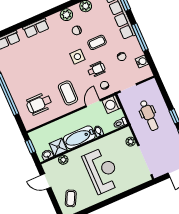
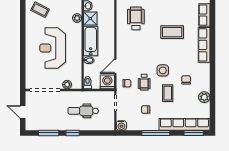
plant: (66, 15) -> (204, 77), removed
row of seats: (36, 28) -> (204, 45), width x1.48
water cooler: (142, 61) -> (121, 125), moved
coffee table: (68, 93) -> (172, 32), moved
door: (93, 103) -> (115, 66), swing flipped
reception desk: (102, 170) -> (53, 48), turned 90

